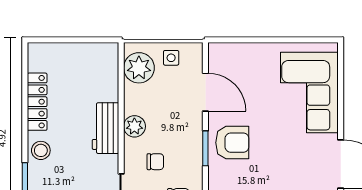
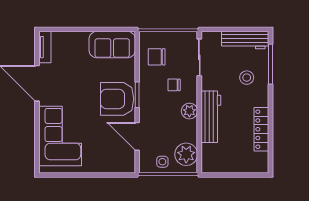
workbench: (106, 128) -> (211, 117), width x1.37
armchair: (232, 143) -> (117, 99), width x1.36, depth x1.36
stool: (41, 150) -> (247, 78), moved

